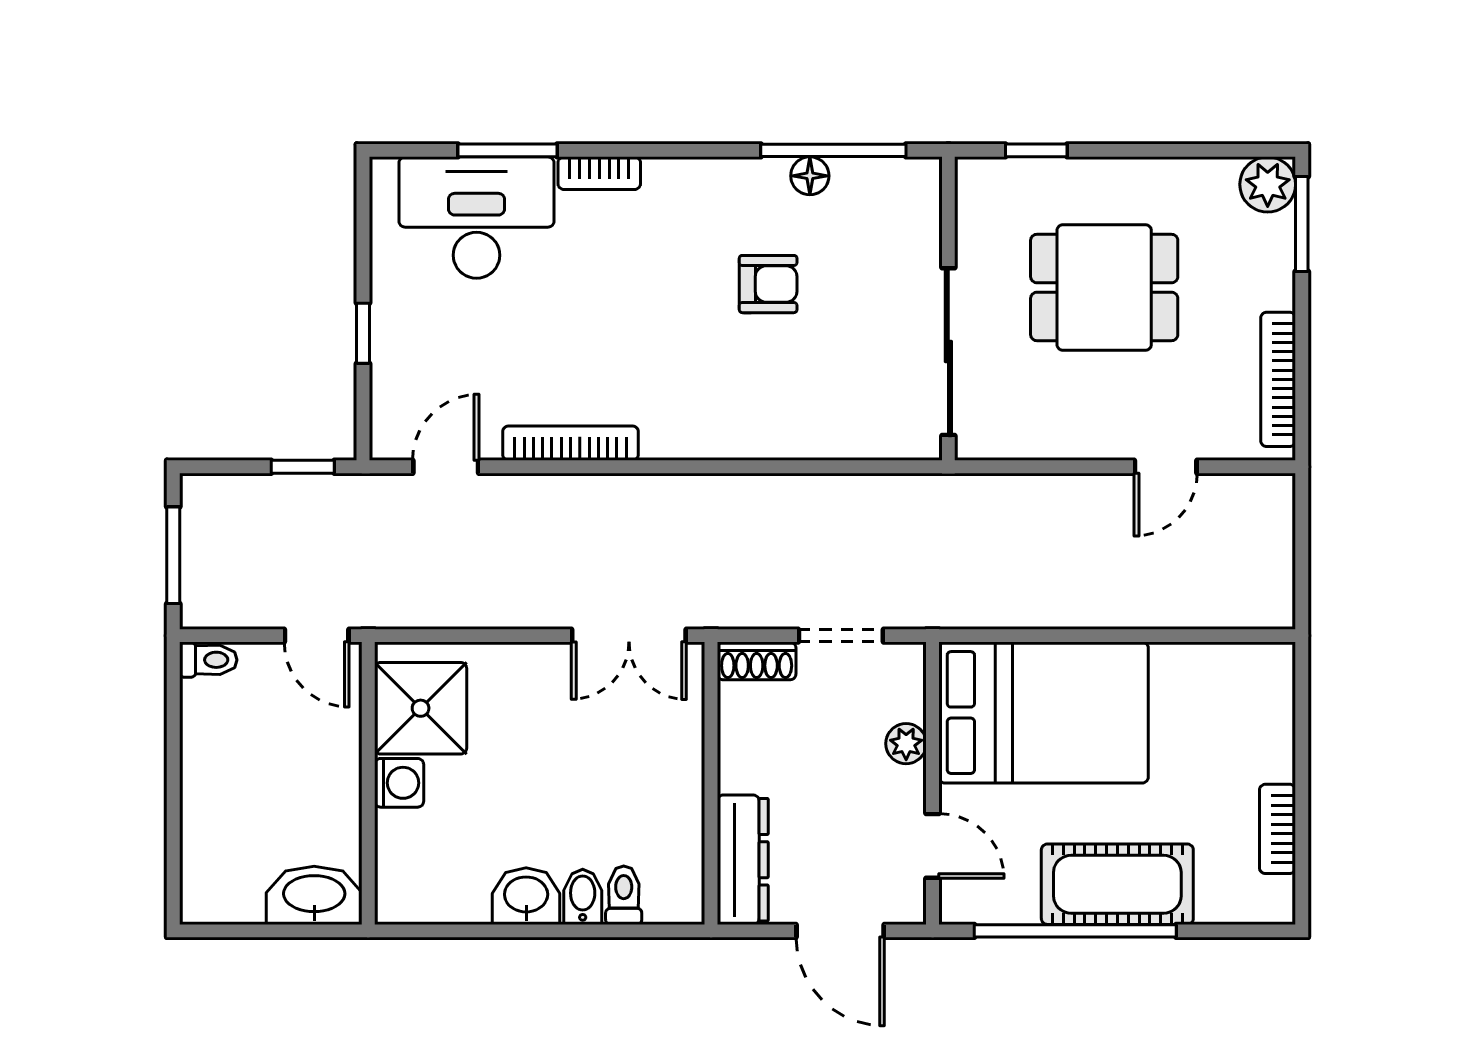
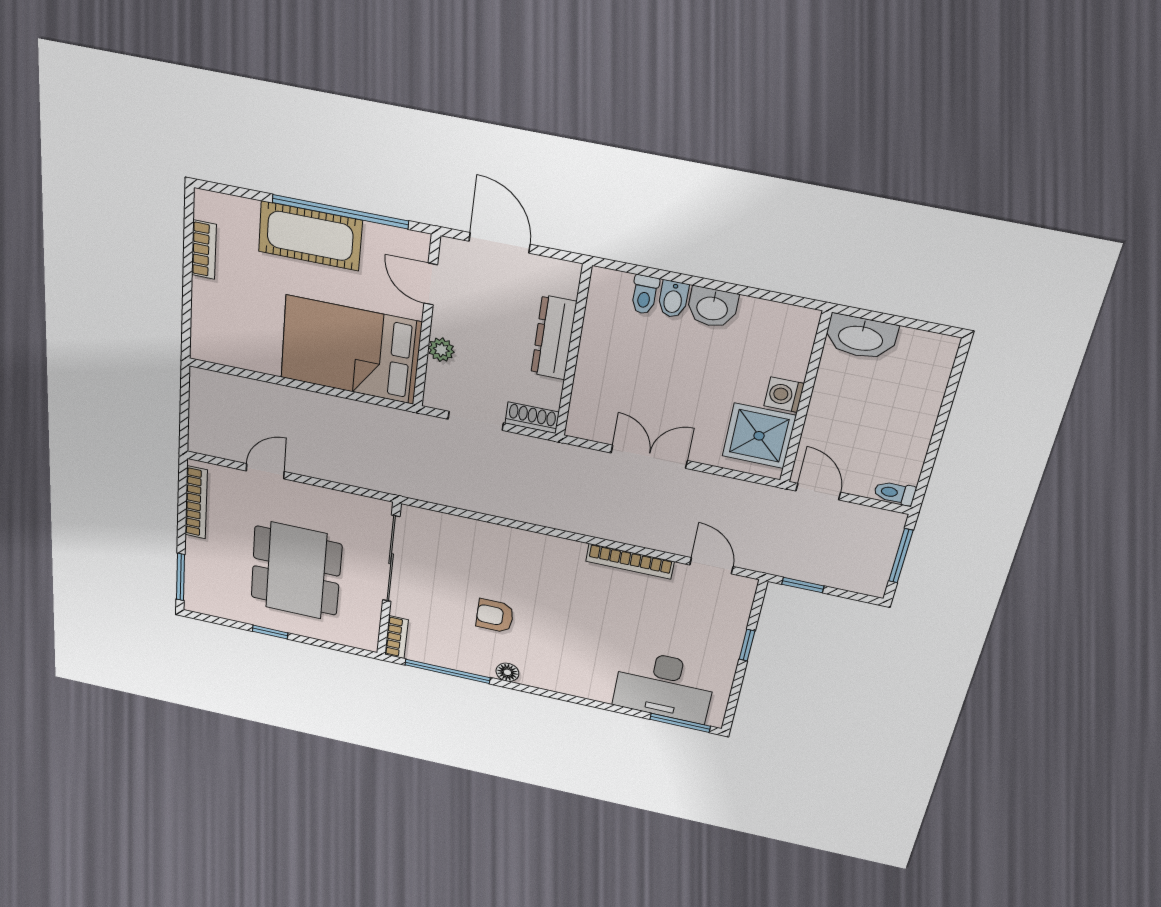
window: (508, 150) -> (680, 723), moved
window: (1036, 150) -> (270, 632), moved
bookcase: (599, 173) -> (397, 637), moved, turned 90
floor lamp: (810, 176) -> (507, 672), moved
plant: (1268, 184) -> (199, 600), removed
dining table: (1104, 287) -> (296, 571), width x1.38
door: (446, 467) -> (711, 566), swing flipped
double door: (629, 636) -> (649, 457), moved
dresser: (743, 860) -> (554, 338), moved

